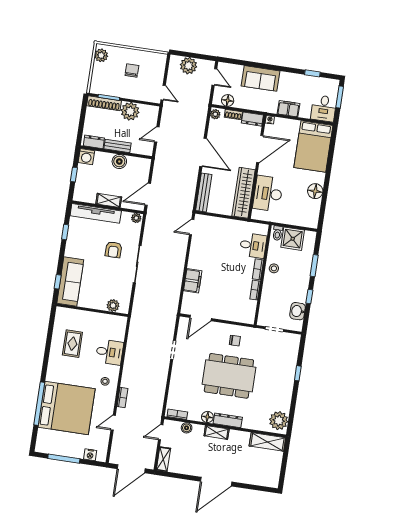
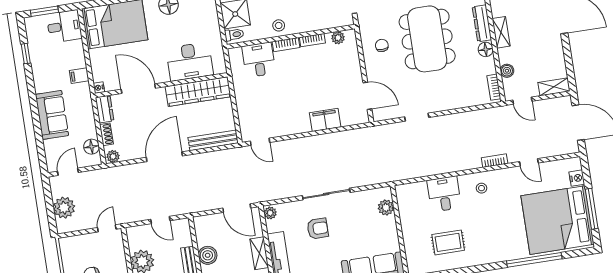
filing cabinet: (288, 109) -> (79, 76), width x0.50
plant: (251, 310) -> (338, 38), added
bed: (67, 408) -> (557, 220), moved, turned -90

